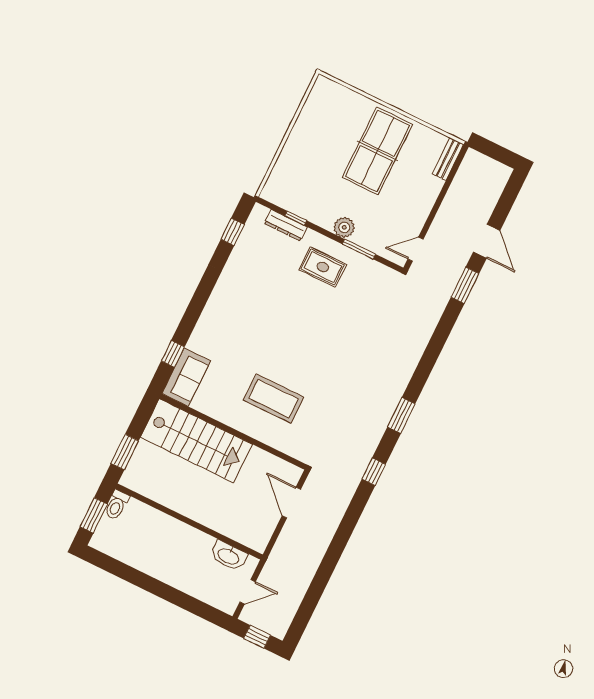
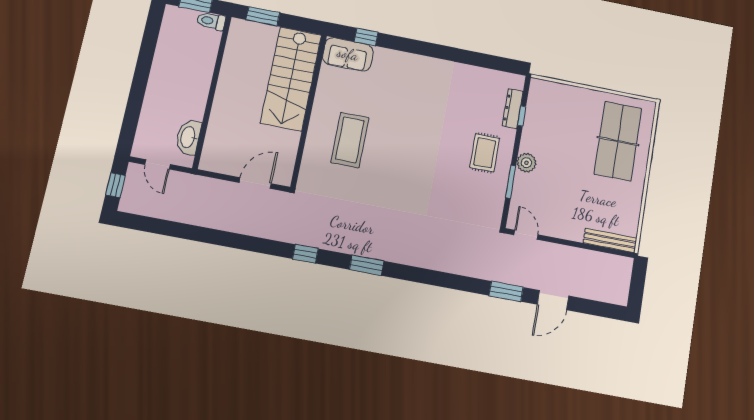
table tennis table: (377, 151) -> (618, 141), moved, turned 90
bench: (448, 159) -> (610, 240), width x1.36
window: (233, 232) -> (493, 62), removed

